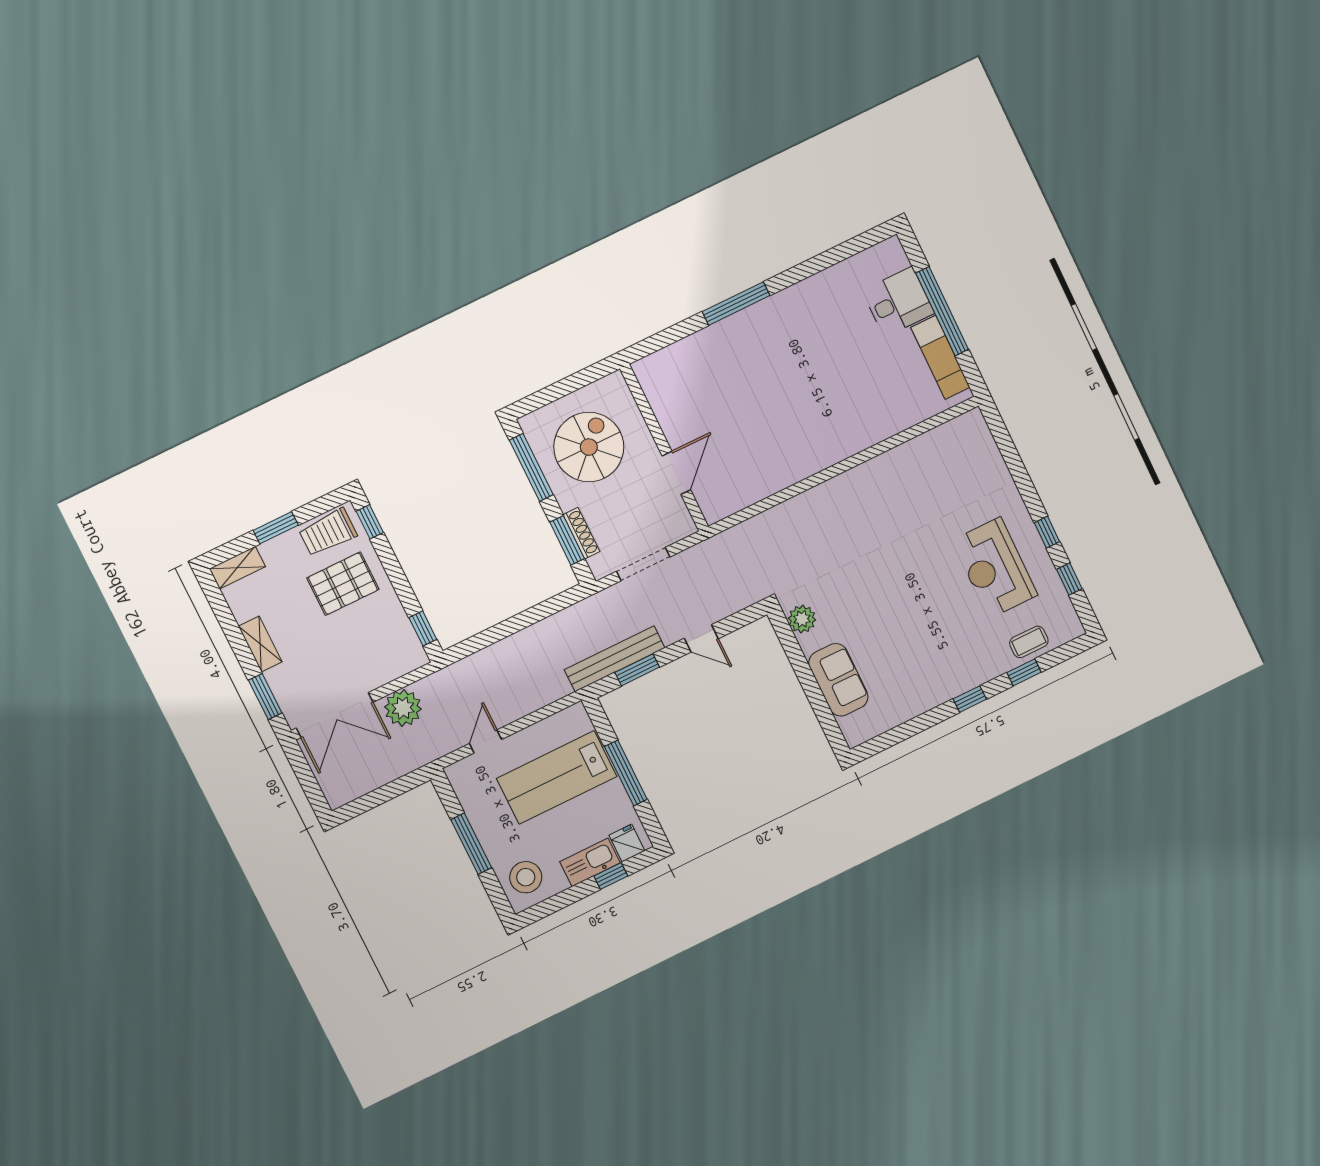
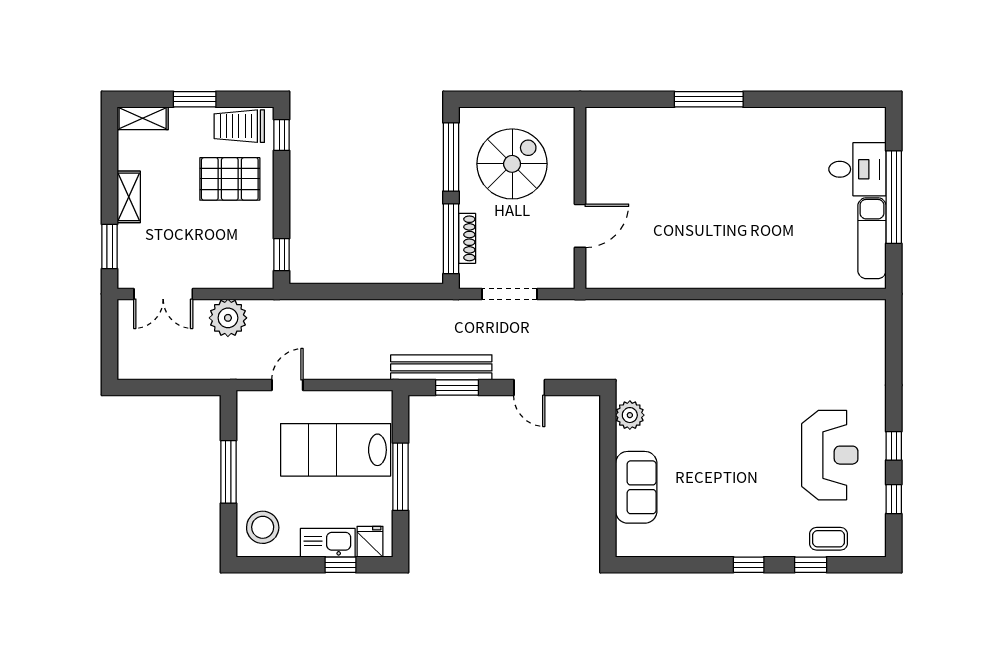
window: (567, 540) -> (451, 239), width x1.44
reception desk: (995, 568) -> (830, 455), turned 180
double door: (335, 715) -> (163, 294), width x0.73

